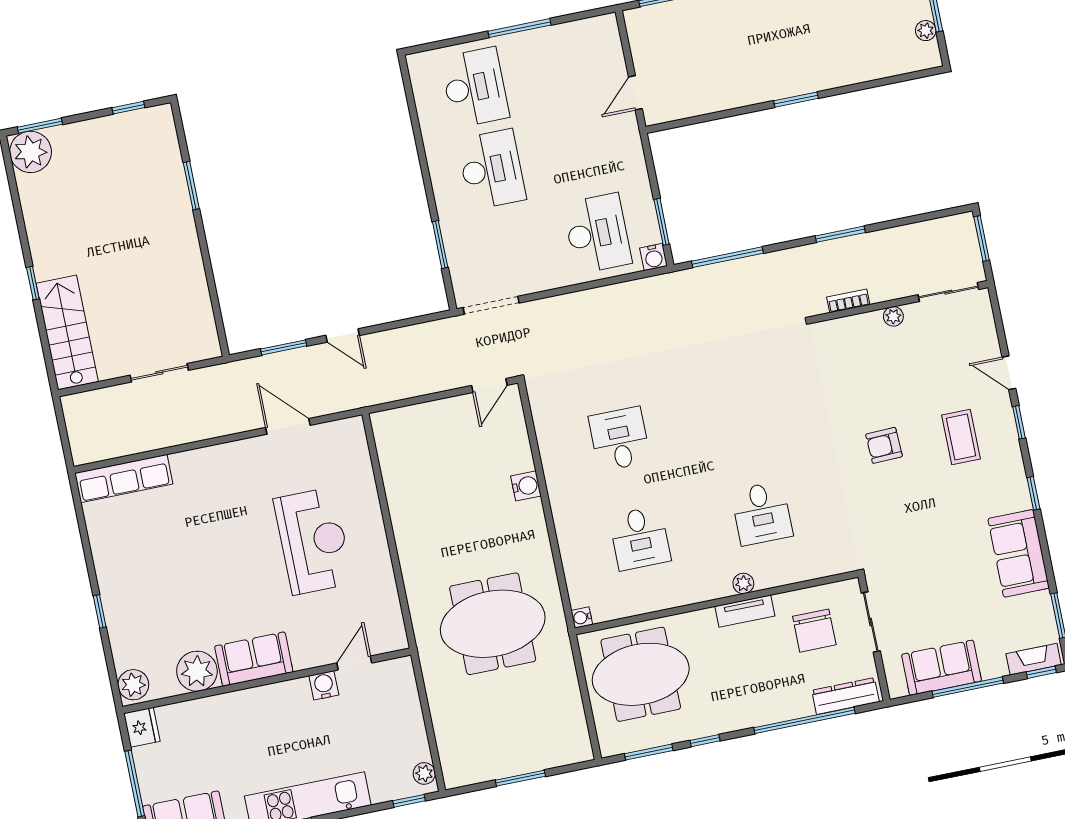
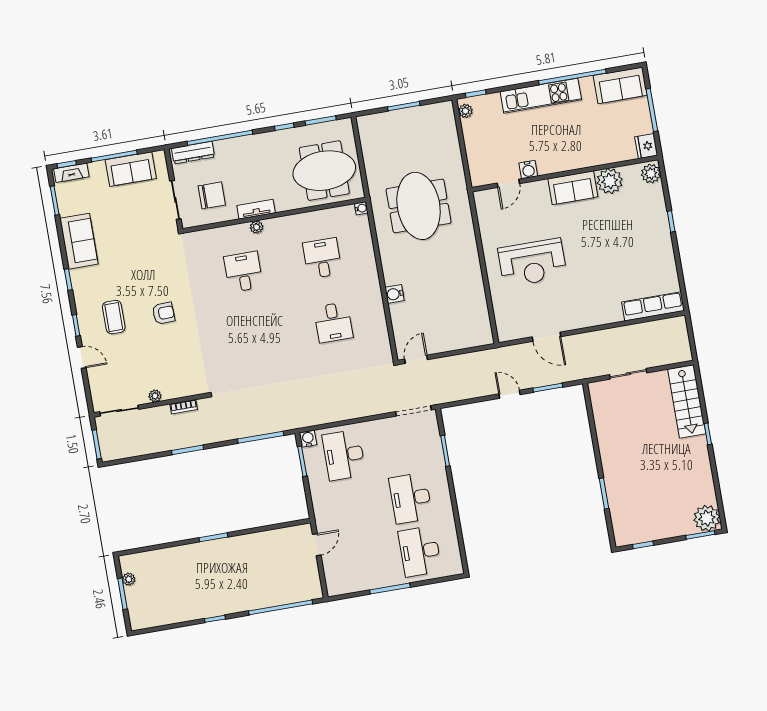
reception desk: (313, 541) -> (532, 263), turned -90
meeting table: (493, 624) -> (419, 206), turned 90
chair: (814, 631) -> (212, 195), turned 90

